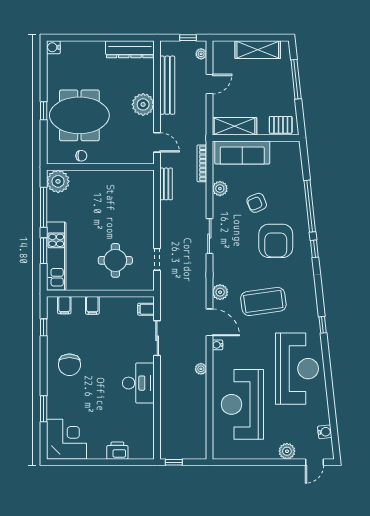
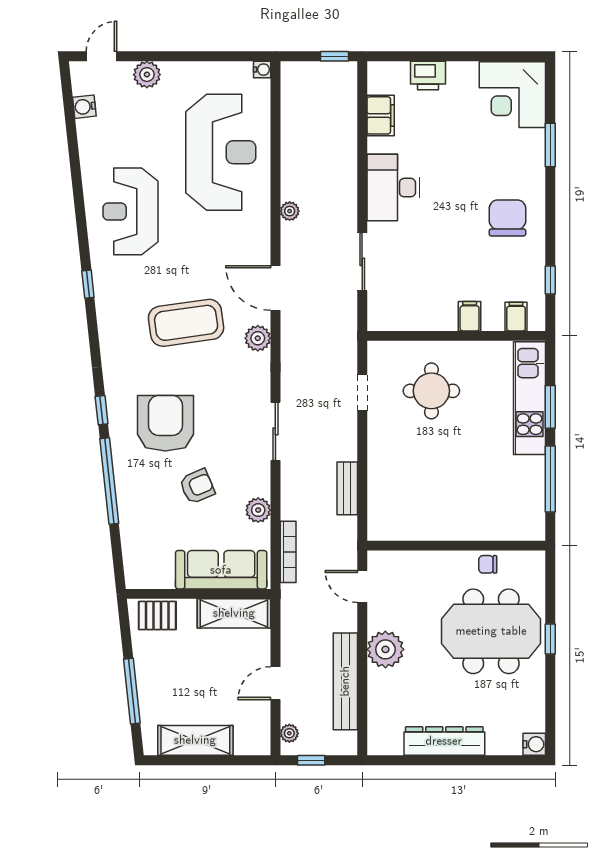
dresser: (130, 49) -> (444, 741), moved
plant: (58, 181) -> (526, 522), removed
bench: (166, 184) -> (347, 488), moved
filing cabinet: (146, 309) -> (381, 115), moved, width x2.00
water cooler: (217, 345) -> (262, 70), moved
reception desk: (297, 369) -> (130, 211), width x0.74, depth x0.77

